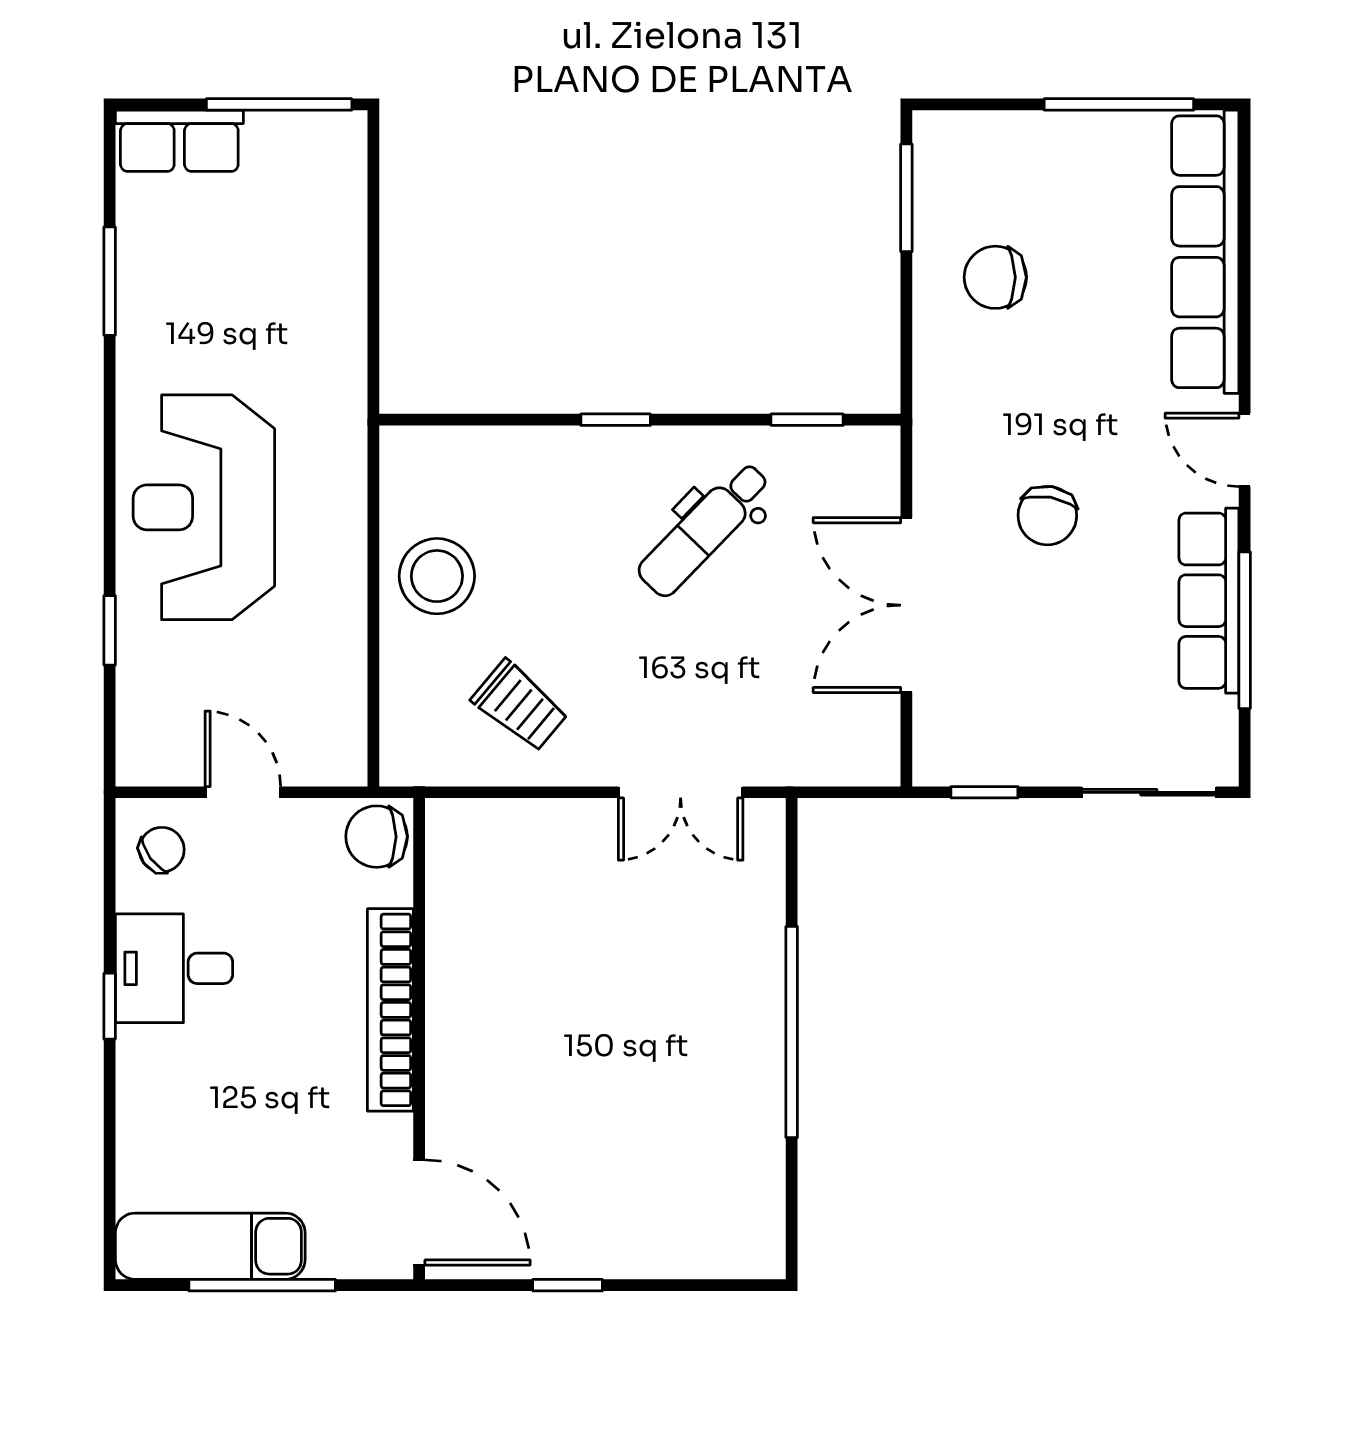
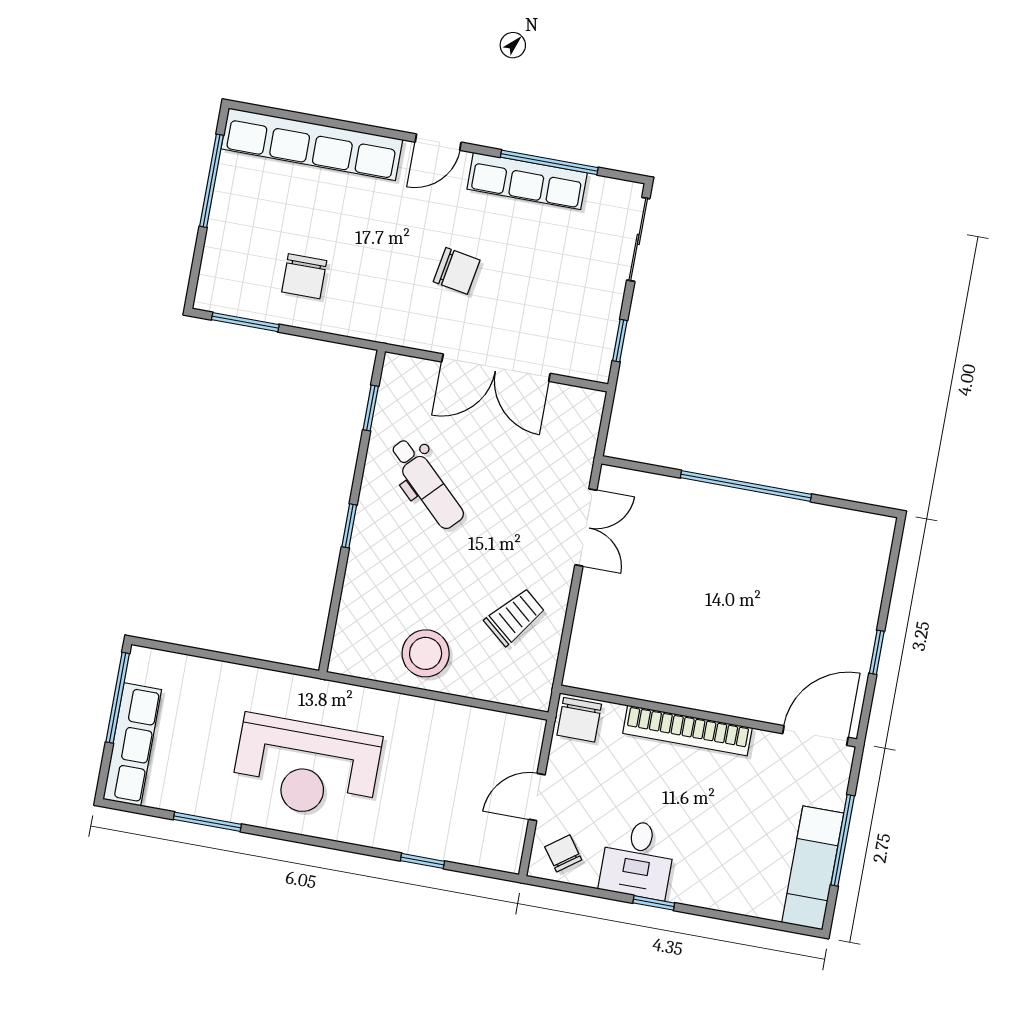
row of seats: (179, 141) -> (132, 744), width x1.48
reception desk: (204, 507) -> (306, 768), moved

